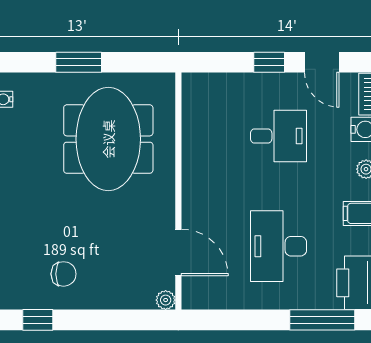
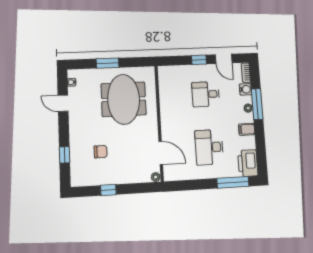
desk: (278, 136) -> (206, 94), turned 180
chair: (64, 274) -> (101, 152), moved
window: (38, 320) -> (108, 190), moved

